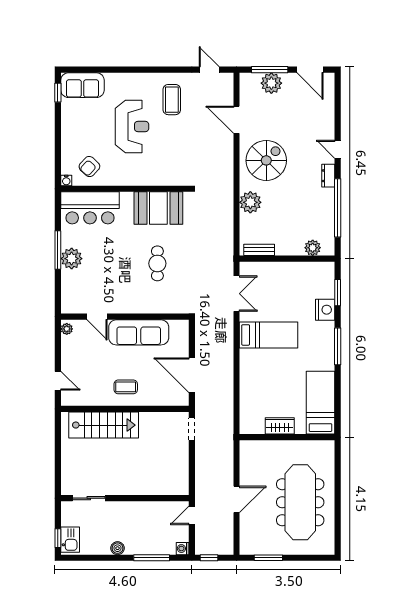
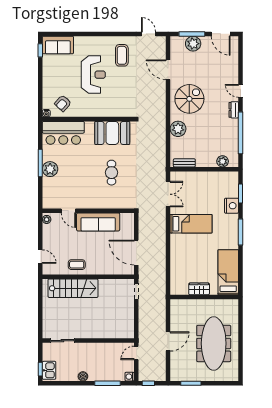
coffee table: (126, 387) -> (77, 265), moved

